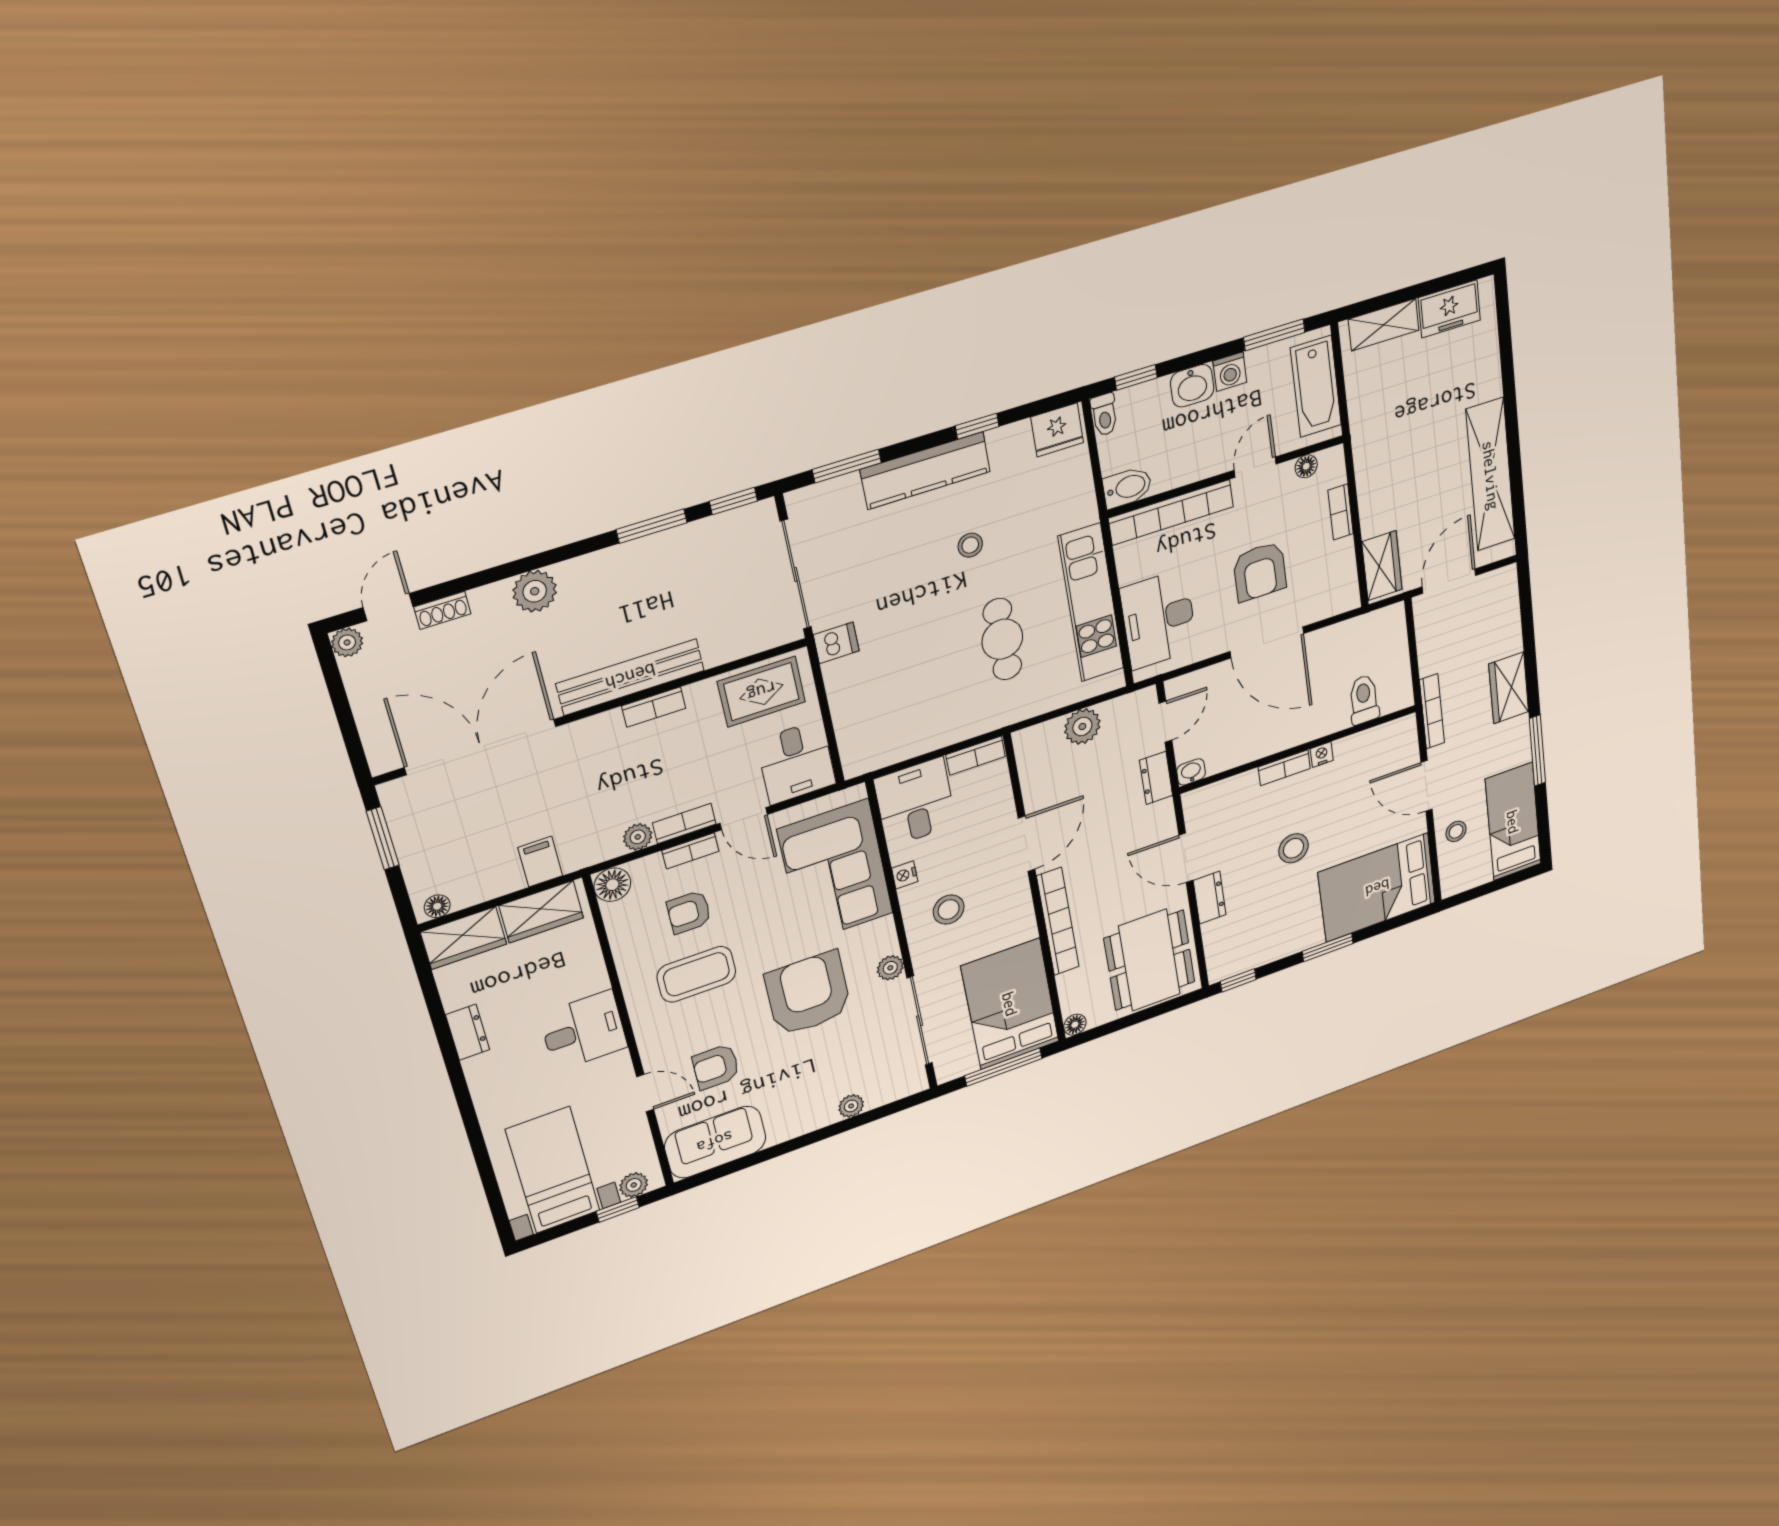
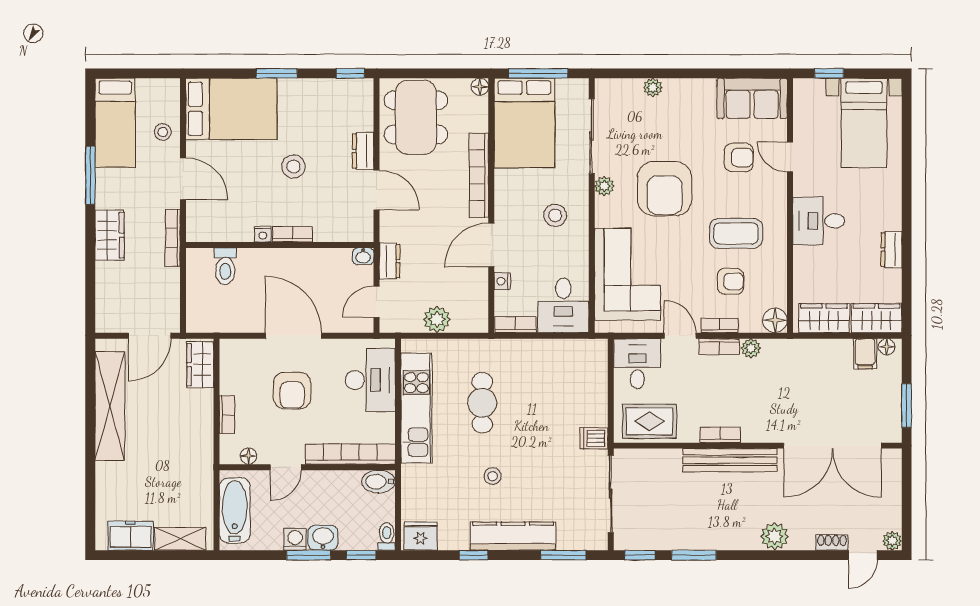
window: (1274, 335) -> (309, 555), moved
armchair: (1260, 571) -> (292, 391), turned 180
filing cabinet: (540, 862) -> (865, 354), moved
nightstand: (905, 875) -> (502, 281), moved, turned 180
plant: (634, 1185) -> (814, 88), removed

